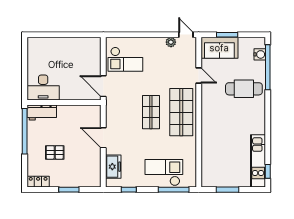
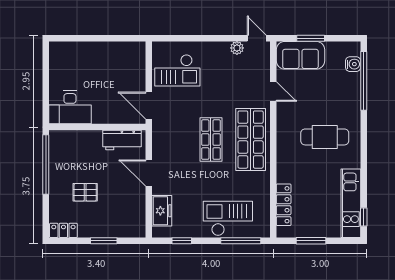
cafe table: (244, 89) -> (325, 137), moved
workbench: (42, 113) -> (122, 140), moved
locker: (207, 162) -> (284, 205), added

